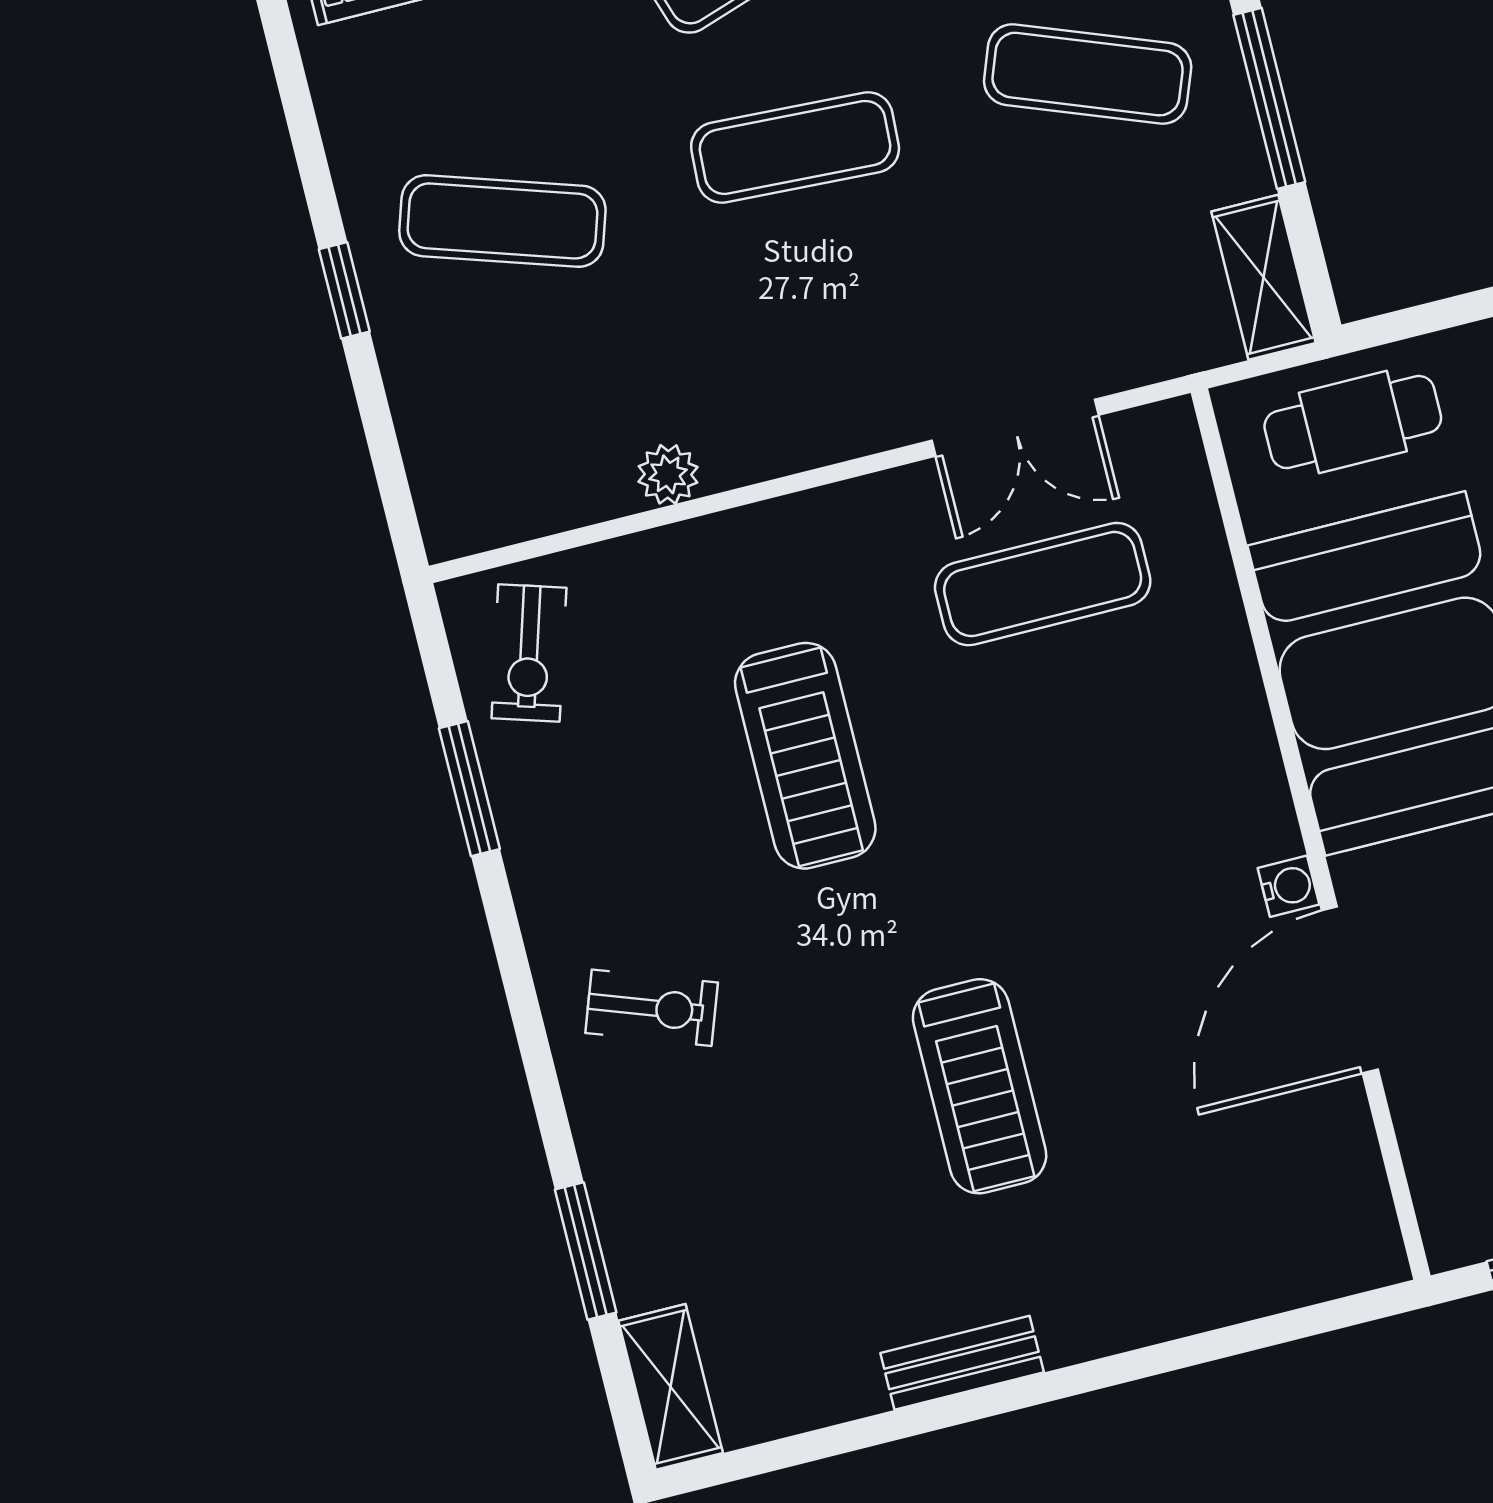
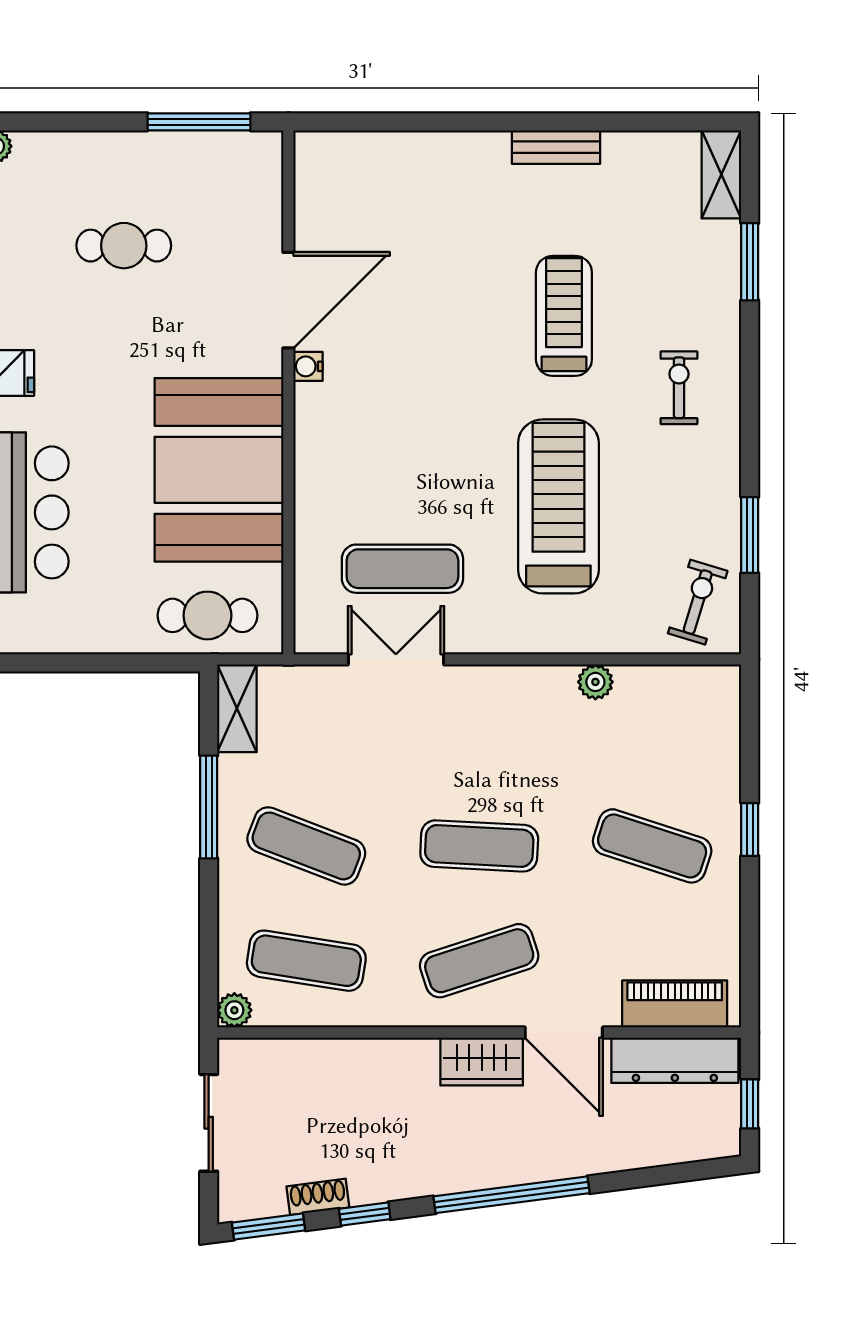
treadmill: (805, 756) -> (558, 506), width x1.37, depth x1.38
exercise bike: (652, 1008) -> (679, 388), turned 70
treadmill: (980, 1086) -> (564, 316), moved

